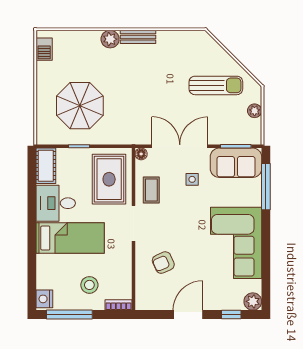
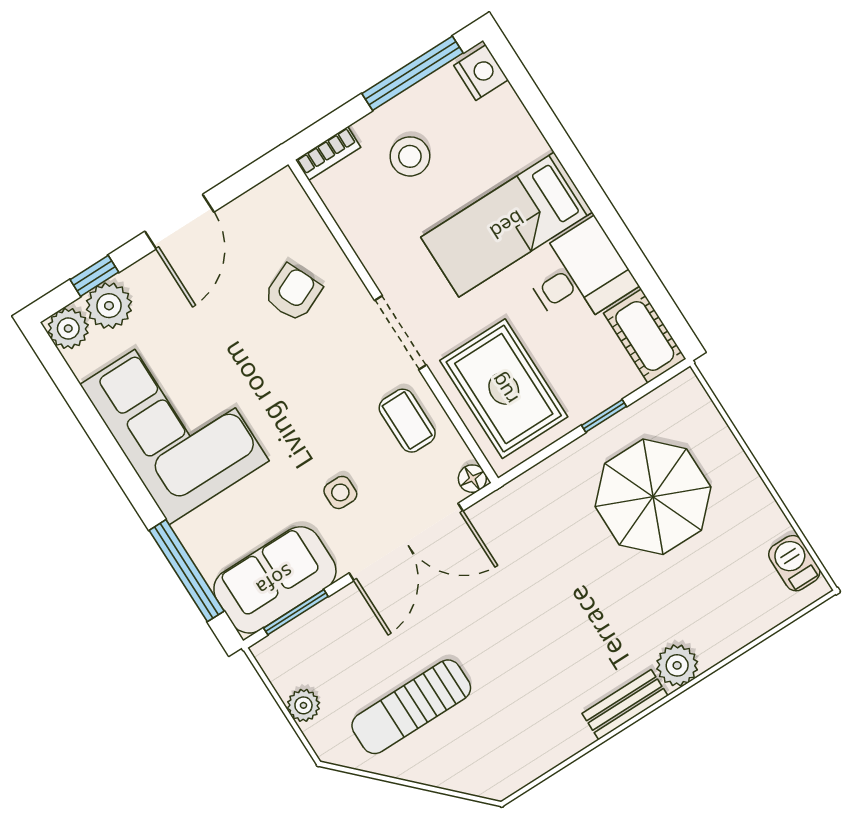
plant: (233, 300) -> (109, 306), added

